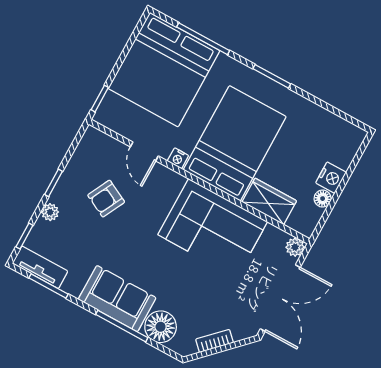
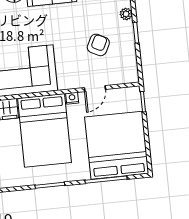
door: (144, 151) -> (95, 89), swing flipped

